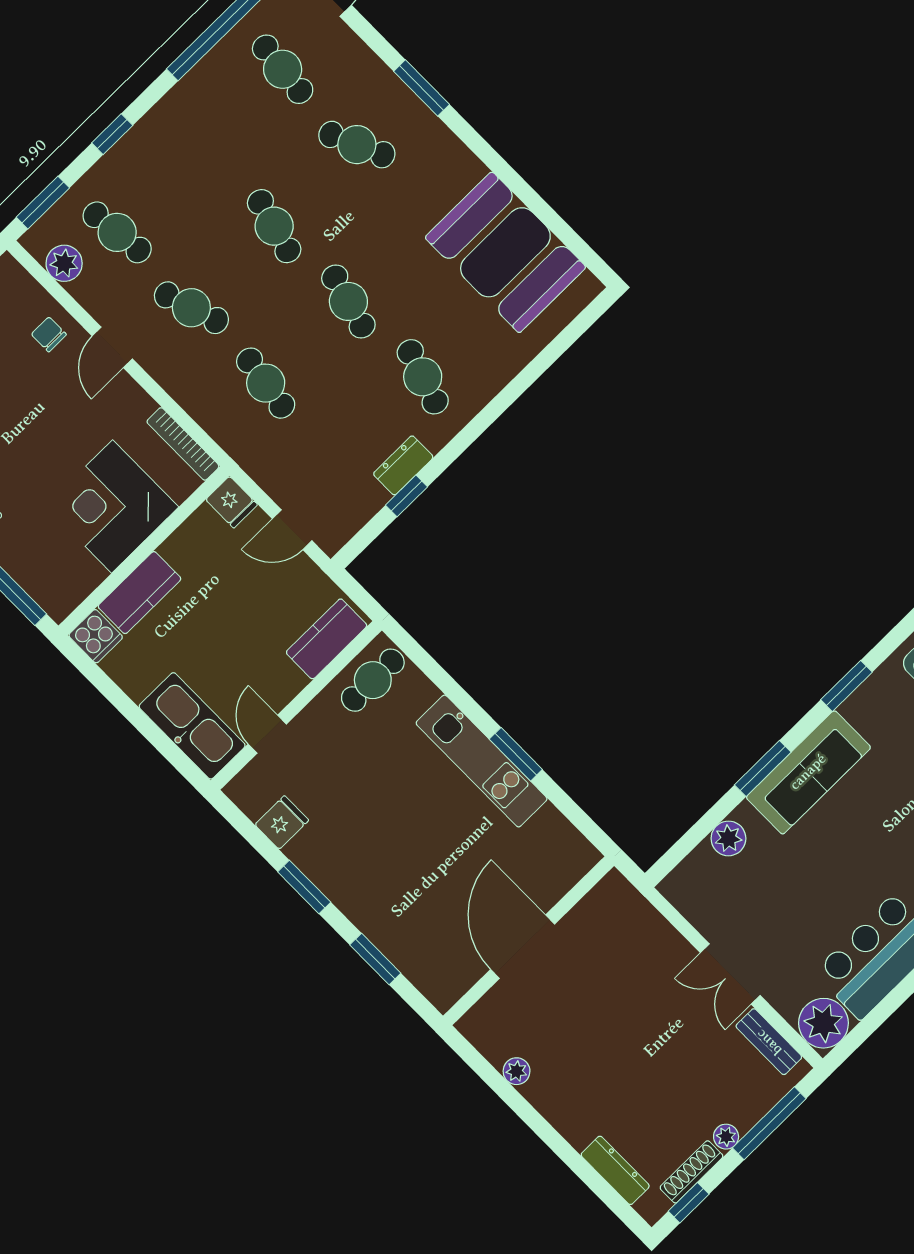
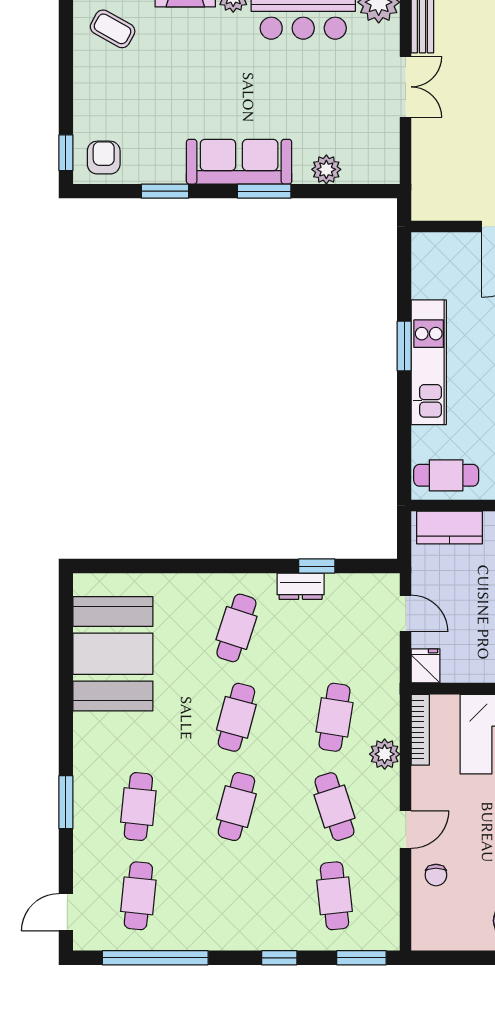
cafe table: (357, 145) -> (138, 807), turned 30
plant: (64, 263) -> (385, 754), moved

